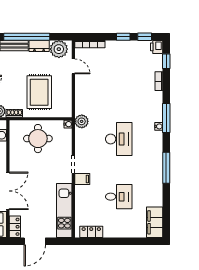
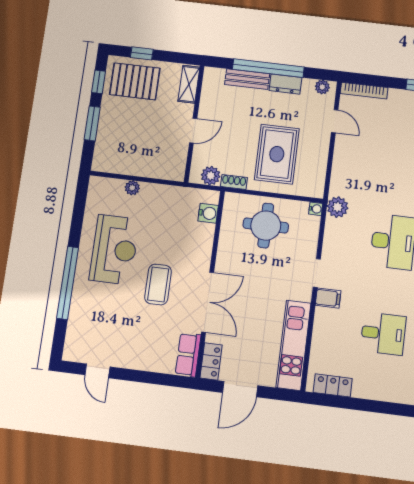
plant: (59, 49) -> (322, 87), width x0.53, depth x0.53

